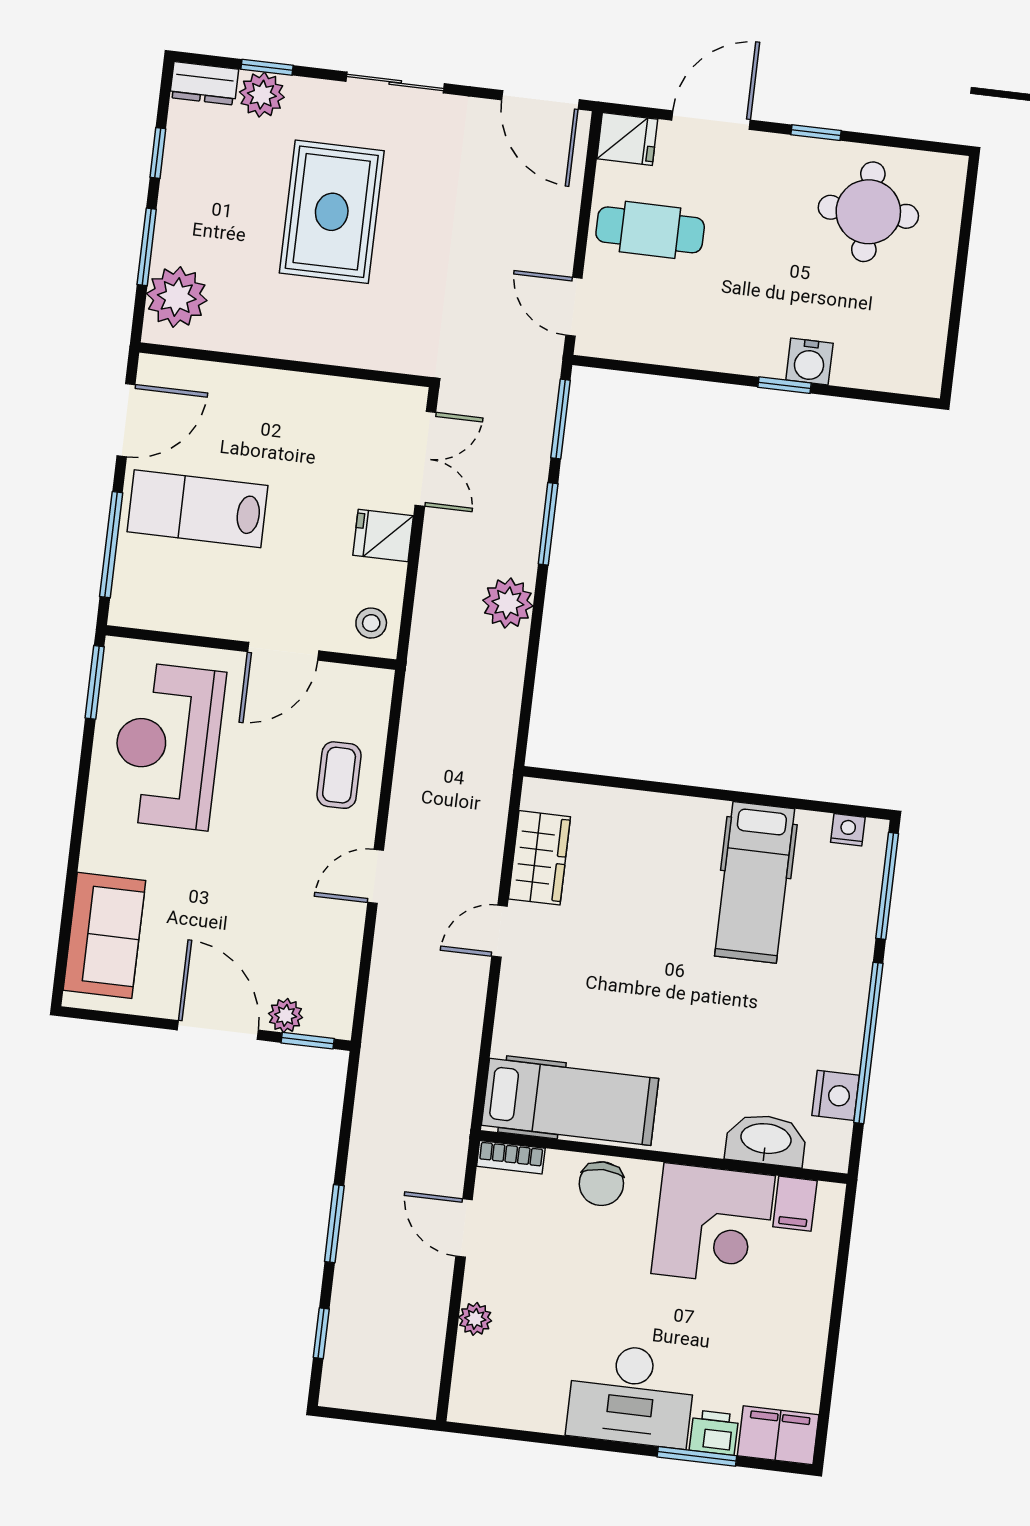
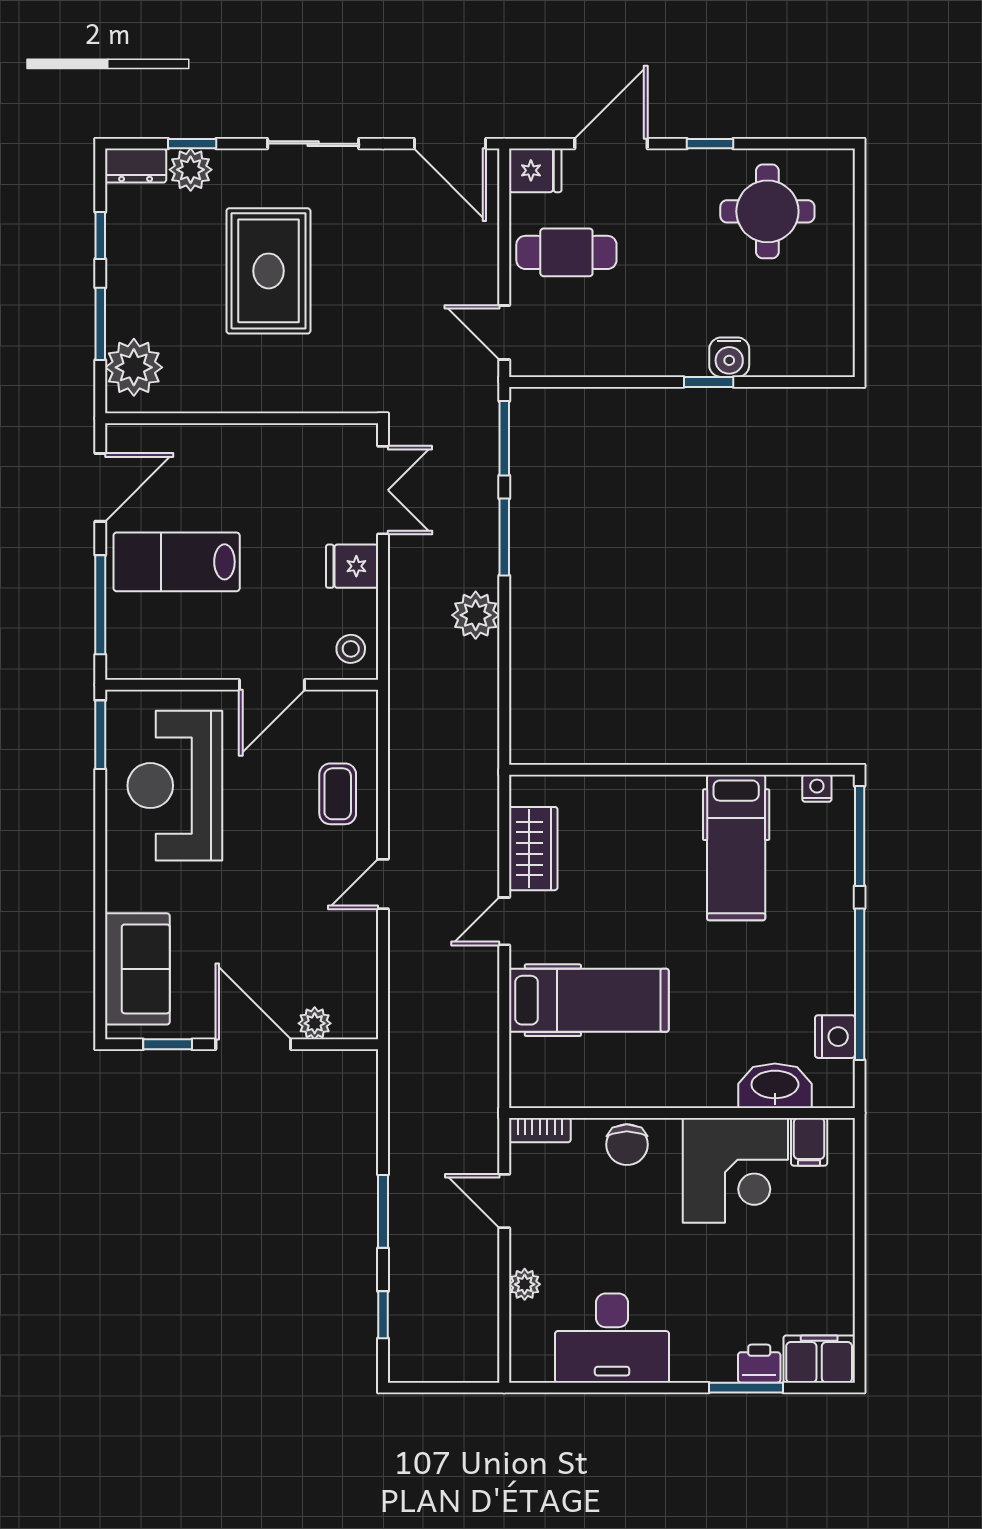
window: (308, 1041) -> (168, 1044), moved
hospital bed: (570, 1102) -> (589, 1000), moved
desk: (631, 1395) -> (612, 1338), moved

